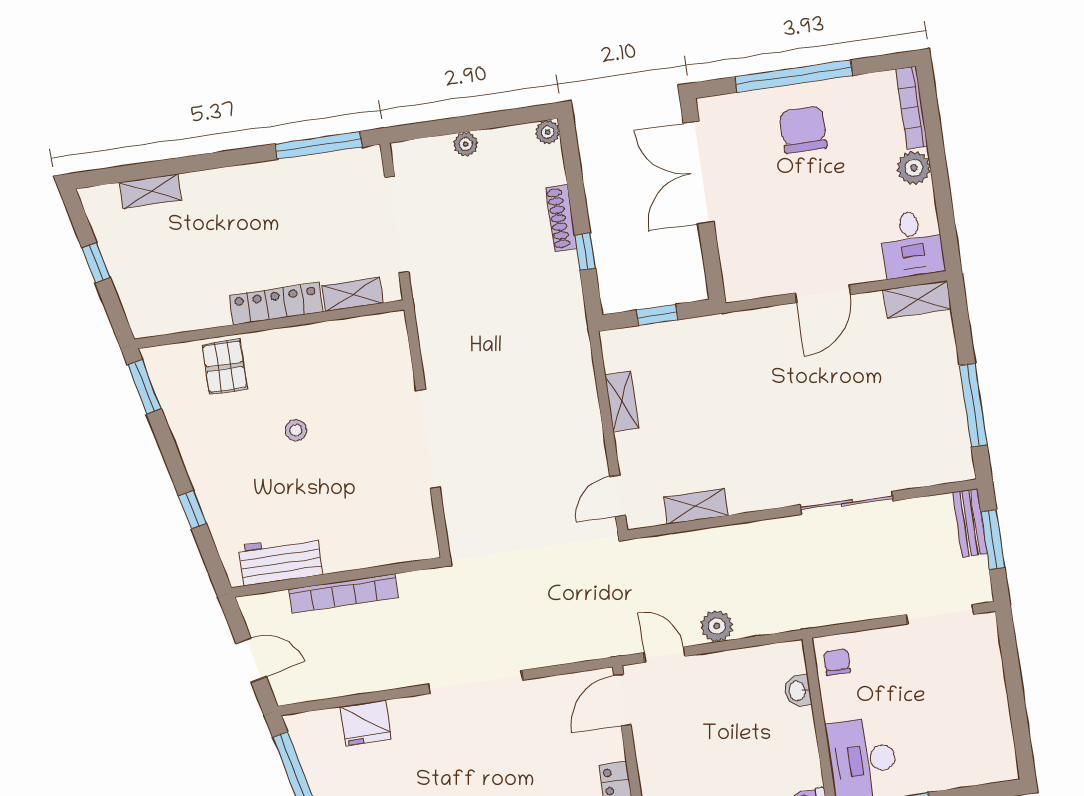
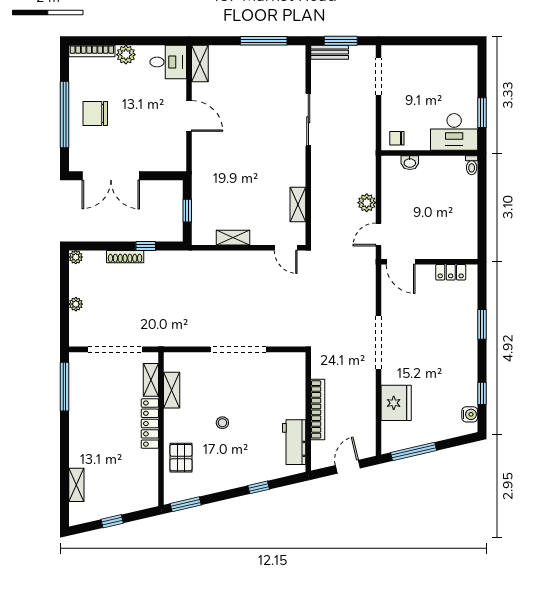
shelving: (340, 333) -> (172, 390), added
pallet: (225, 367) -> (181, 458), turned 90
fridge: (366, 723) -> (396, 403), width x1.36, depth x1.34

